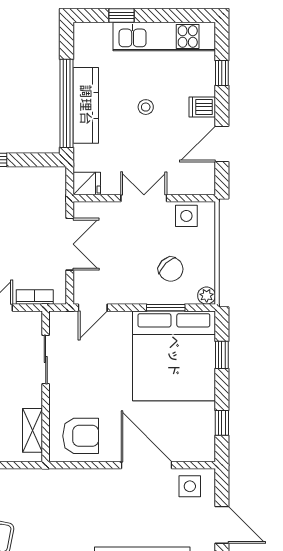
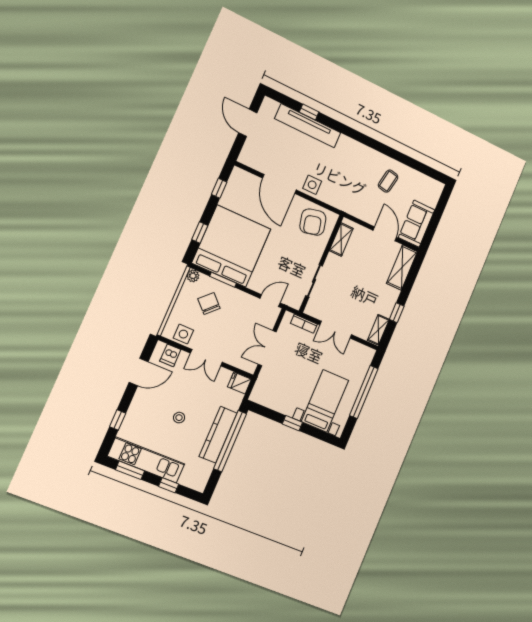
window: (179, 16) -> (130, 470), added
dishwasher: (202, 107) -> (170, 355), moved, turned 90
armchair: (81, 436) -> (313, 222), turned -103
side table: (190, 486) -> (312, 185), moved

